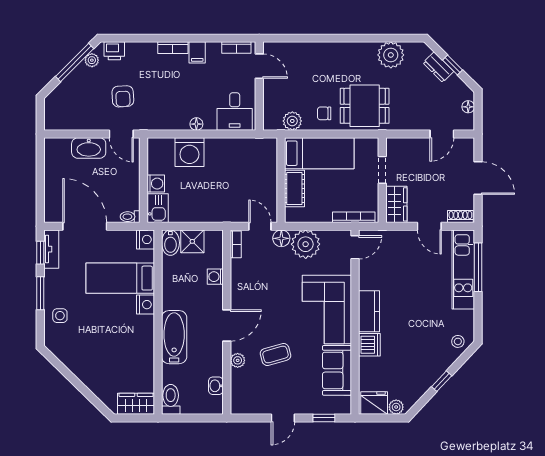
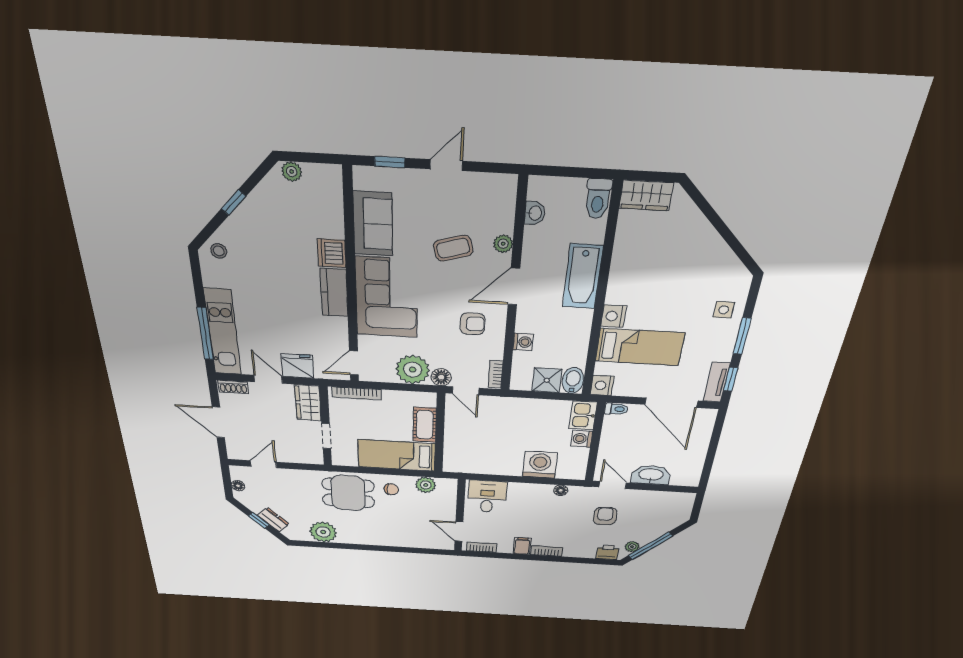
floor lamp: (196, 124) -> (561, 490), moved
armchair: (257, 290) -> (472, 324), added
fridge: (374, 403) -> (297, 366), moved, turned 180

